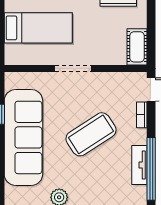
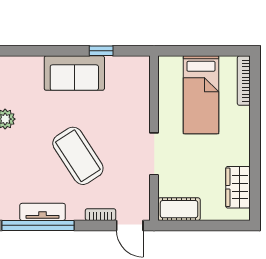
doorway: (73, 68) -> (154, 154), moved
sofa: (23, 137) -> (74, 73), width x0.54, depth x0.79

